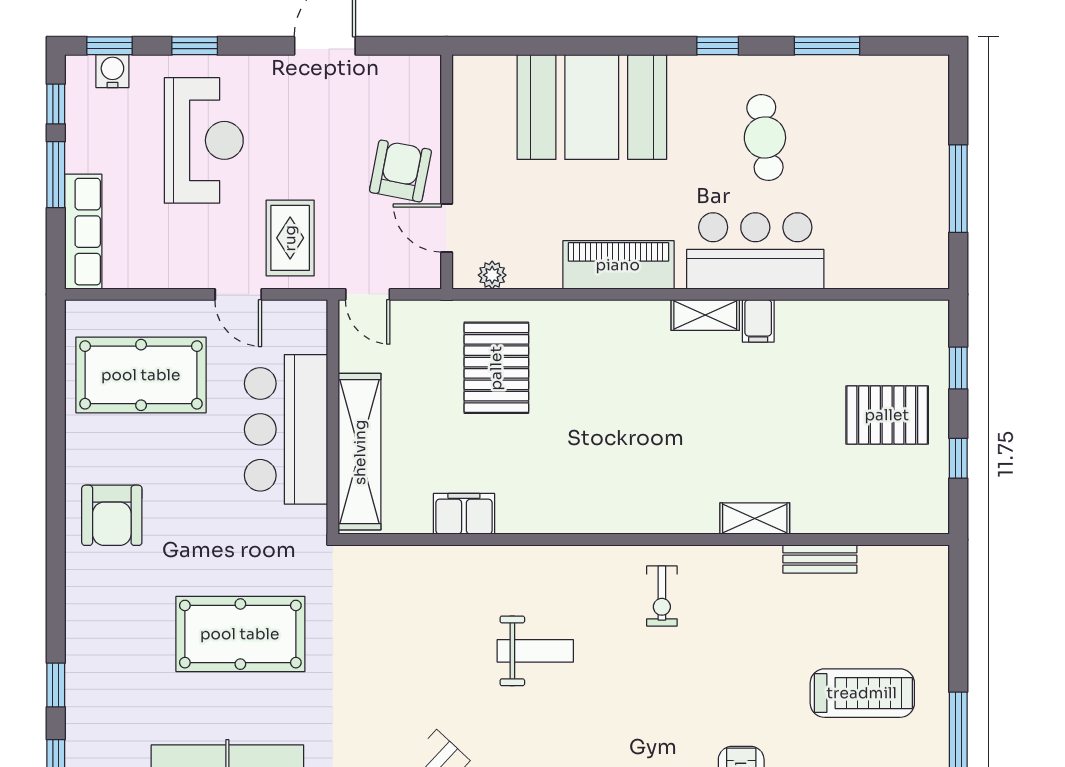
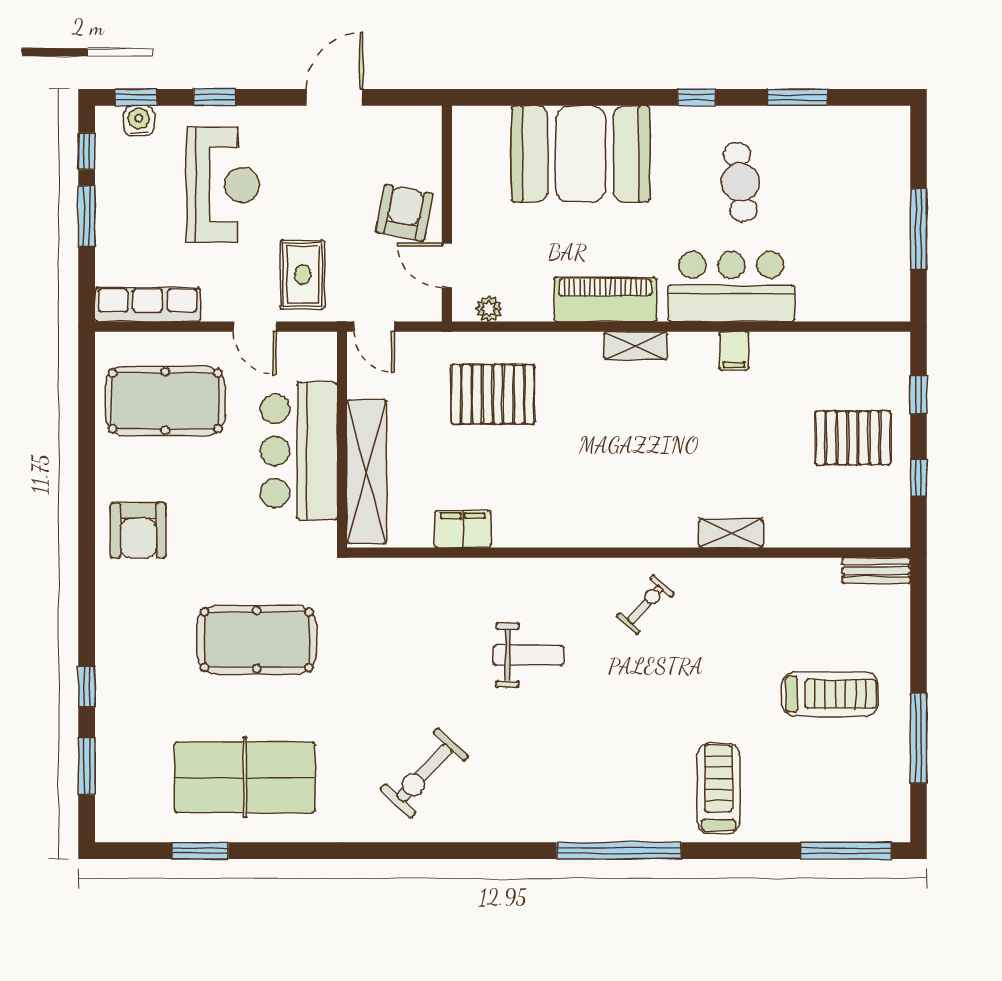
row of seats: (83, 232) -> (148, 305), moved, turned -90
shelving: (705, 315) -> (636, 346), moved
pallet: (496, 368) -> (493, 394), turned 90
bench: (820, 559) -> (876, 571), moved
exercise bike: (662, 596) -> (645, 605), turned -138

